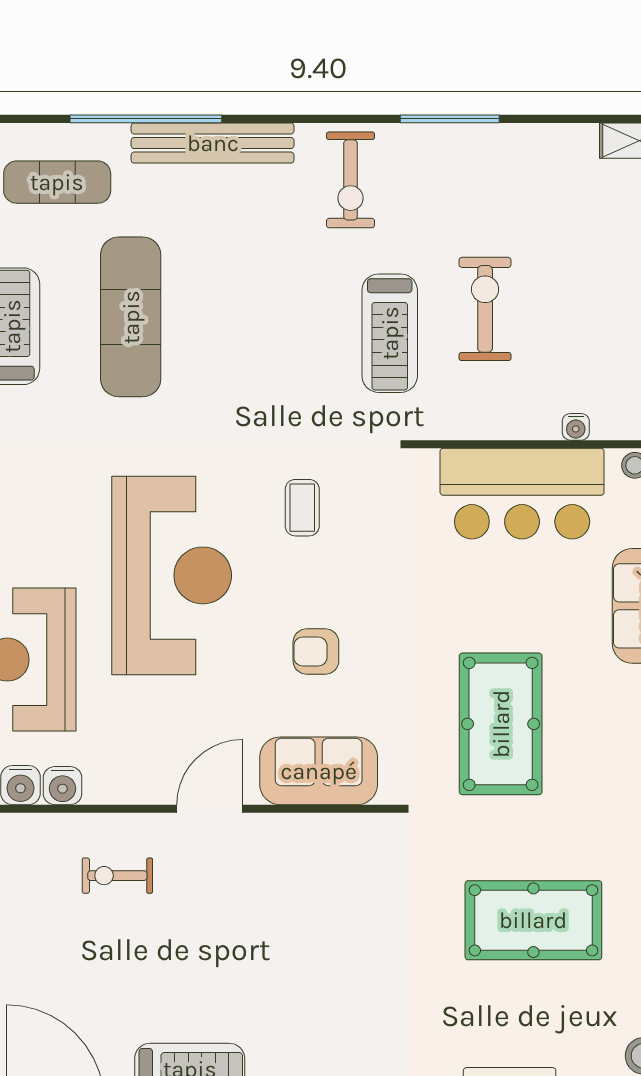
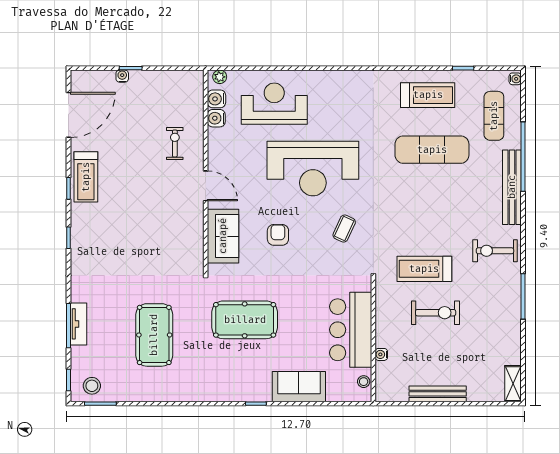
coffee table: (302, 508) -> (344, 229), turned -65

